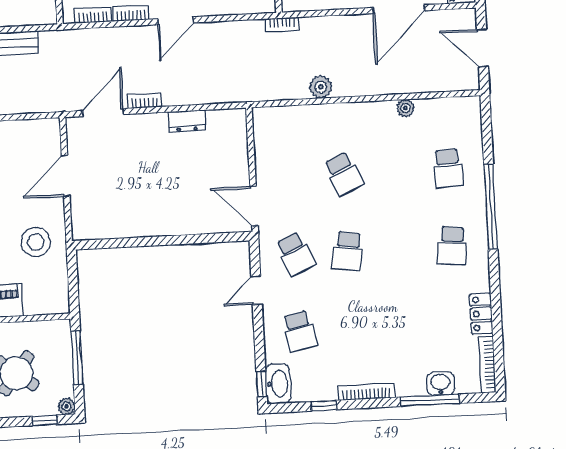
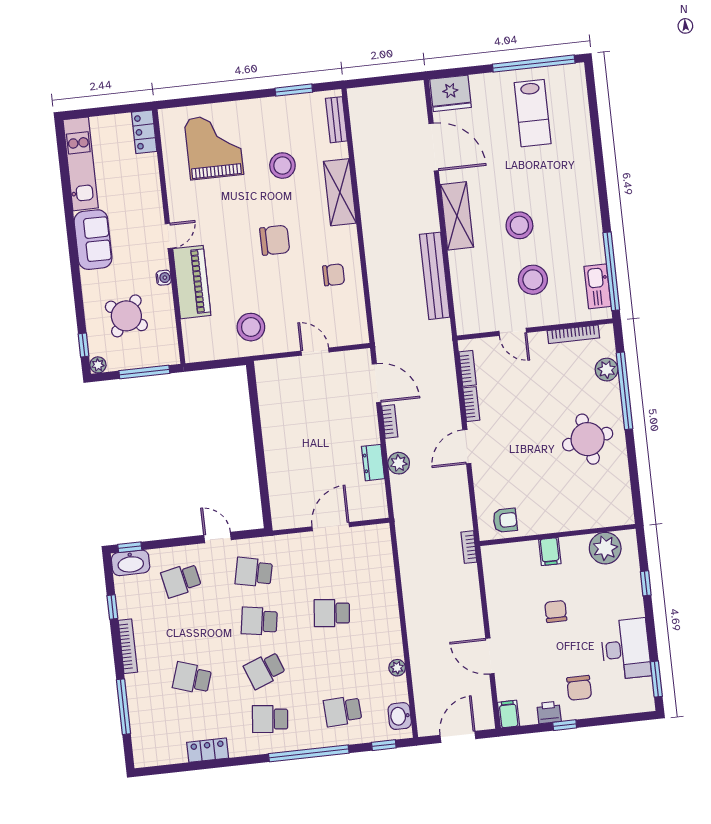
door: (399, 9) -> (490, 656), width x0.73
door: (176, 21) -> (467, 447), hinge flipped
plant: (321, 87) -> (399, 463), moved
window: (487, 127) -> (384, 745), added
school desk: (344, 174) -> (332, 613), turned 30
door: (66, 176) -> (315, 352), width x0.73
door: (254, 206) -> (331, 527), moved
school desk: (400, 248) -> (265, 670), added
school desk: (295, 254) -> (254, 572), turned 36
school desk: (404, 326) -> (192, 678), added
bookcase: (487, 365) -> (160, 759), removed
washbasin: (441, 384) -> (400, 716), moved, turned 180

